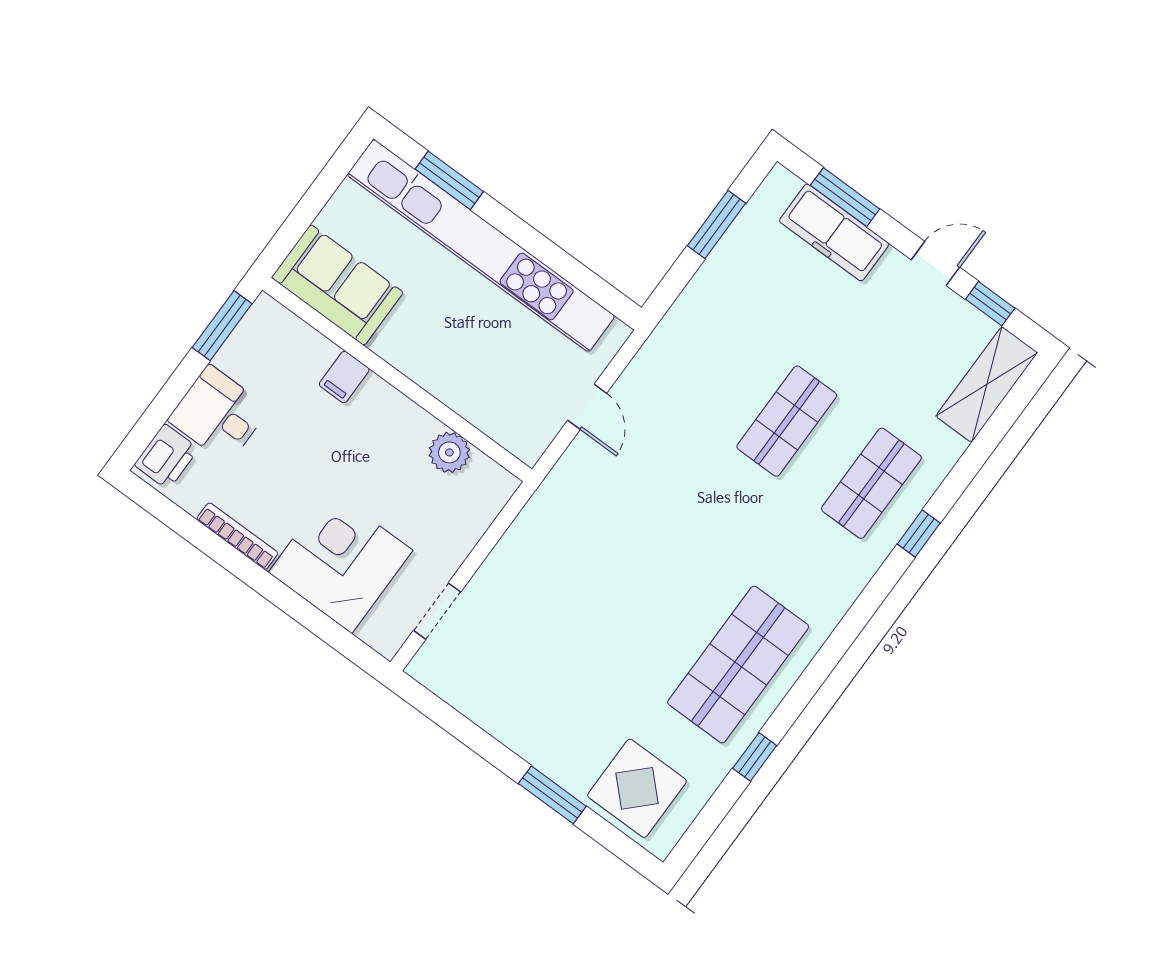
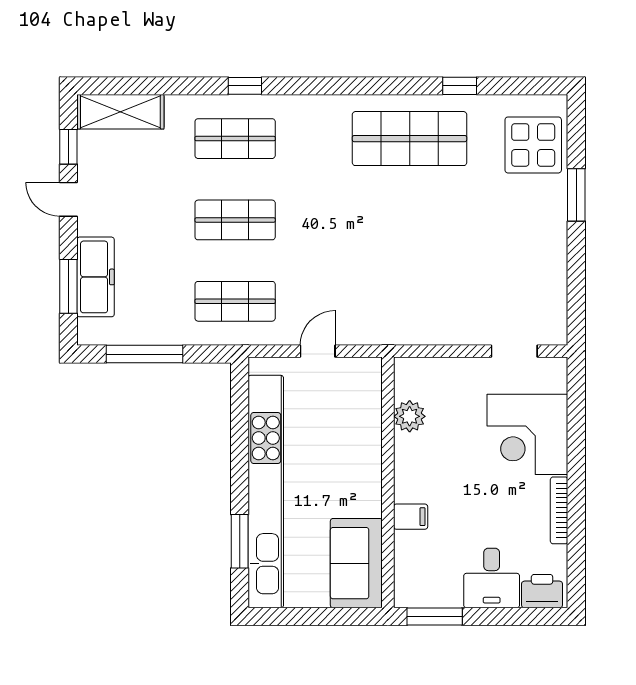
window: (717, 225) -> (145, 354), width x1.44
shop shelf: (702, 359) -> (235, 301), added

